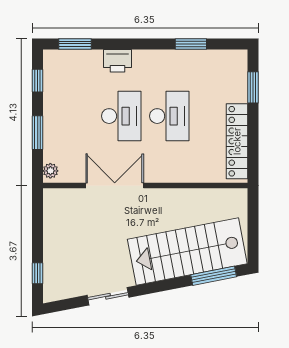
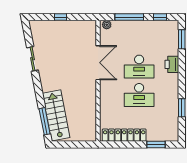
window: (38, 133) -> (129, 17), width x1.44
stairs: (187, 251) -> (56, 115), width x0.73, depth x0.66
window: (38, 273) -> (61, 17), moved

